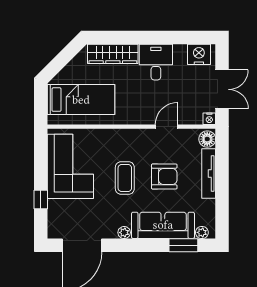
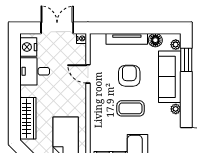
desk: (156, 62) -> (35, 71), moved
floor lamp: (207, 139) -> (155, 40), moved

